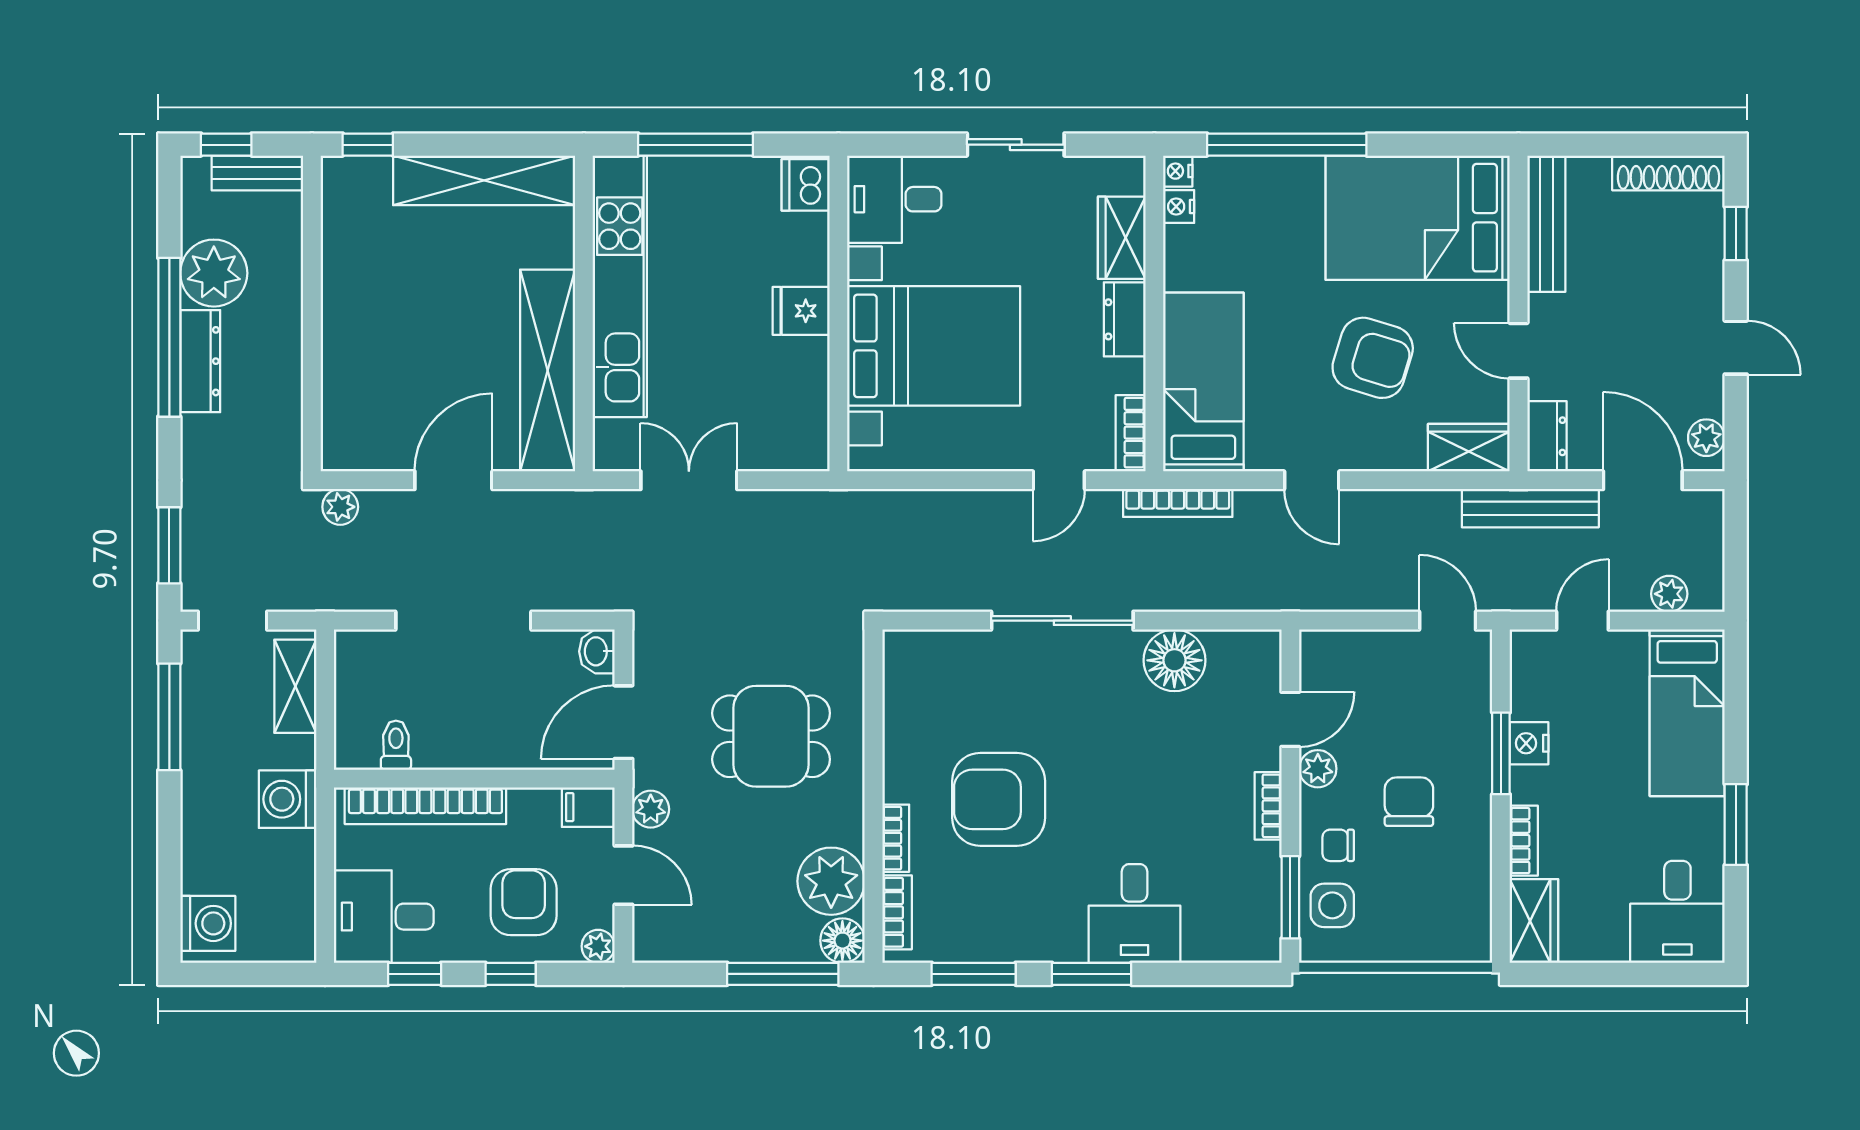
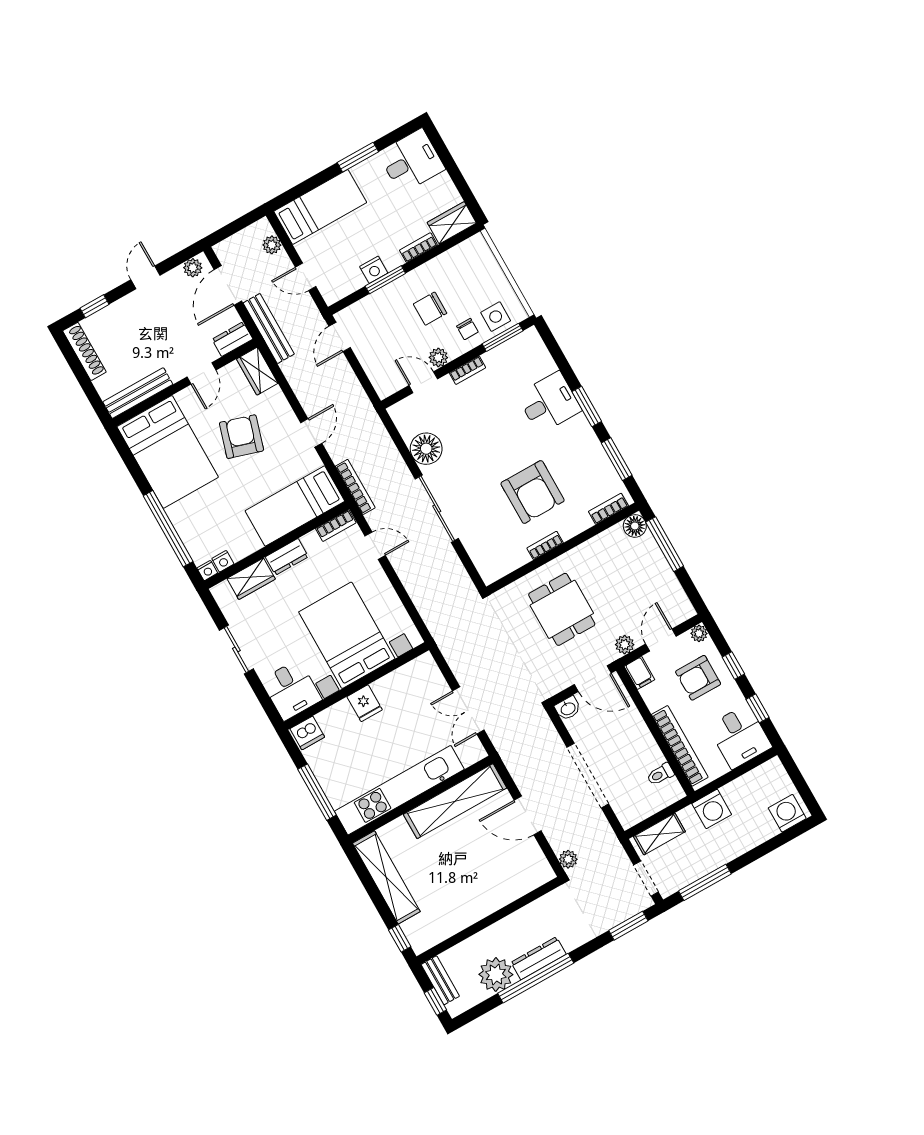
bookcase: (896, 838) -> (545, 545), moved
plant: (831, 881) -> (611, 546), removed

